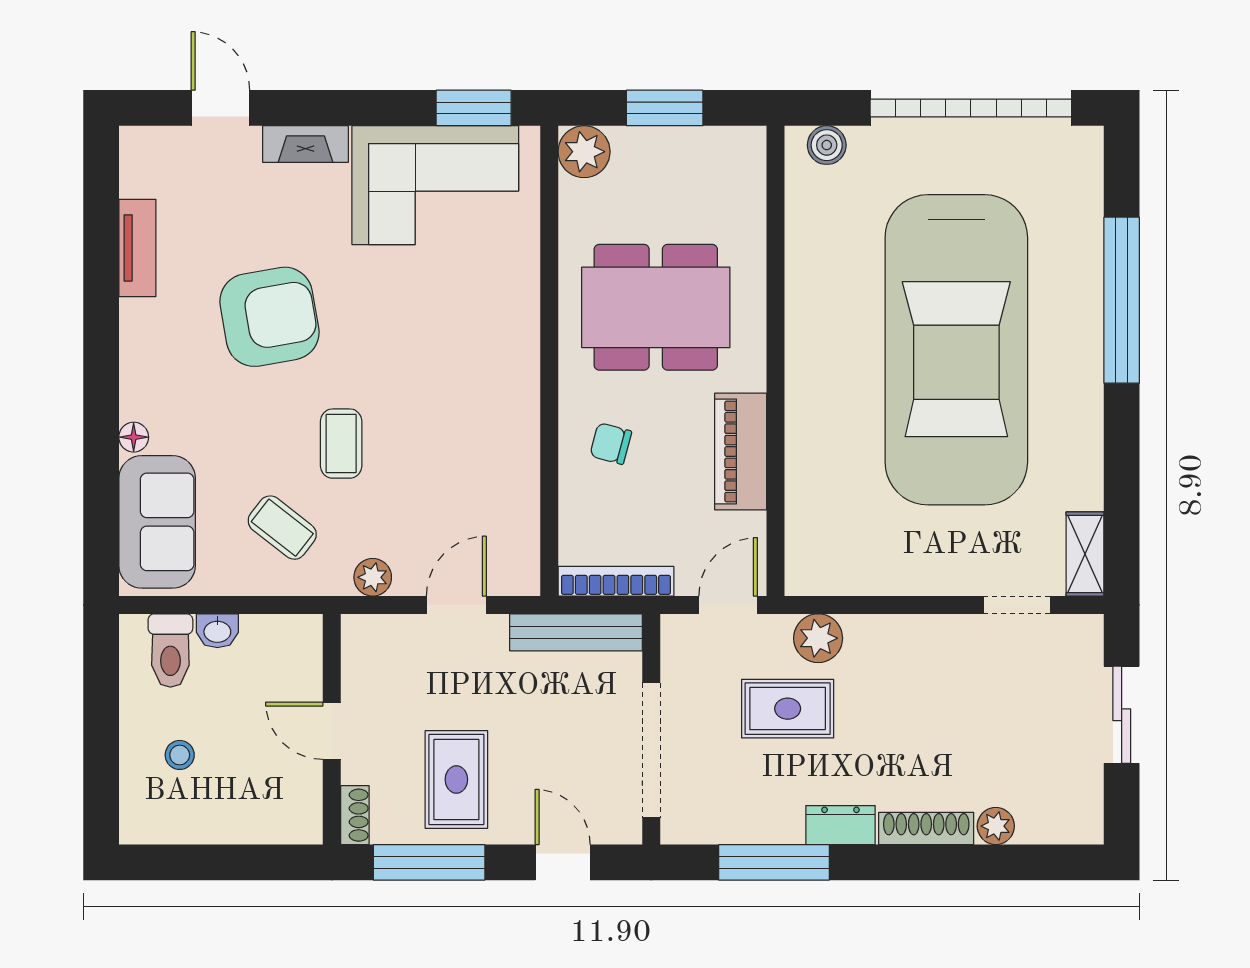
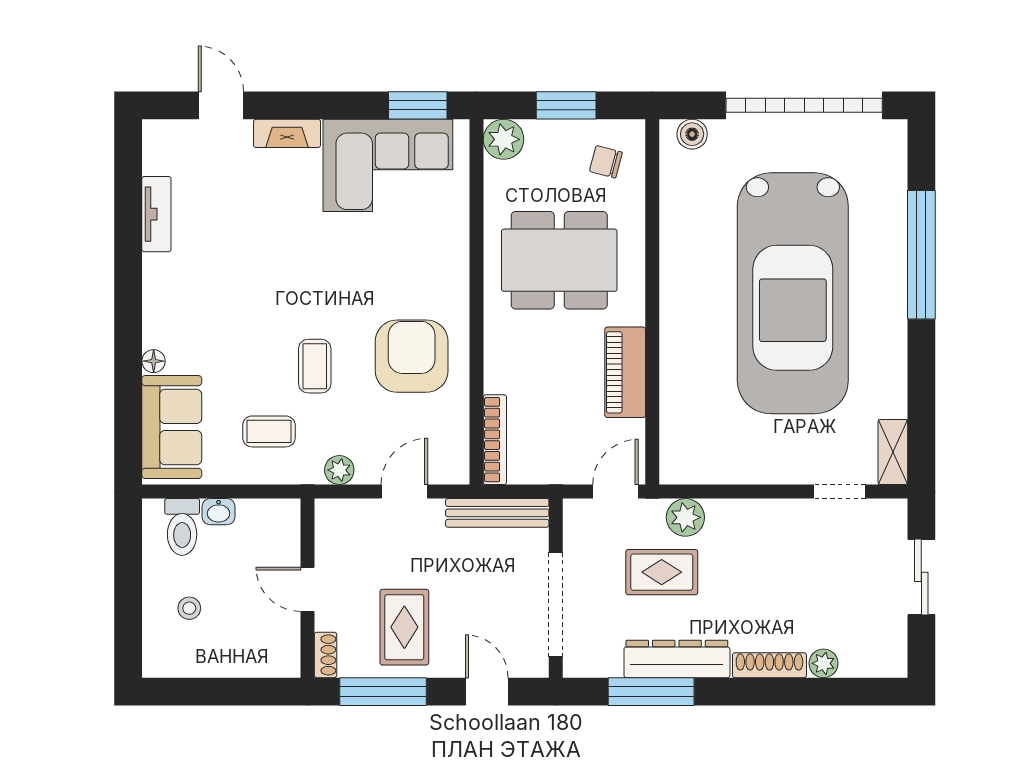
armchair: (269, 317) -> (412, 356), moved, turned -80
chair: (611, 444) -> (606, 162), moved
coffee table: (282, 528) -> (269, 431), turned -38
bookcase: (616, 581) -> (495, 440), moved, turned 90
dresser: (841, 825) -> (677, 659), width x1.96, depth x1.24

